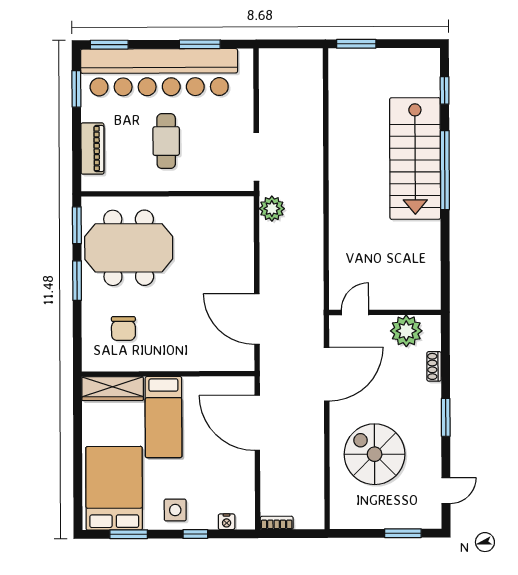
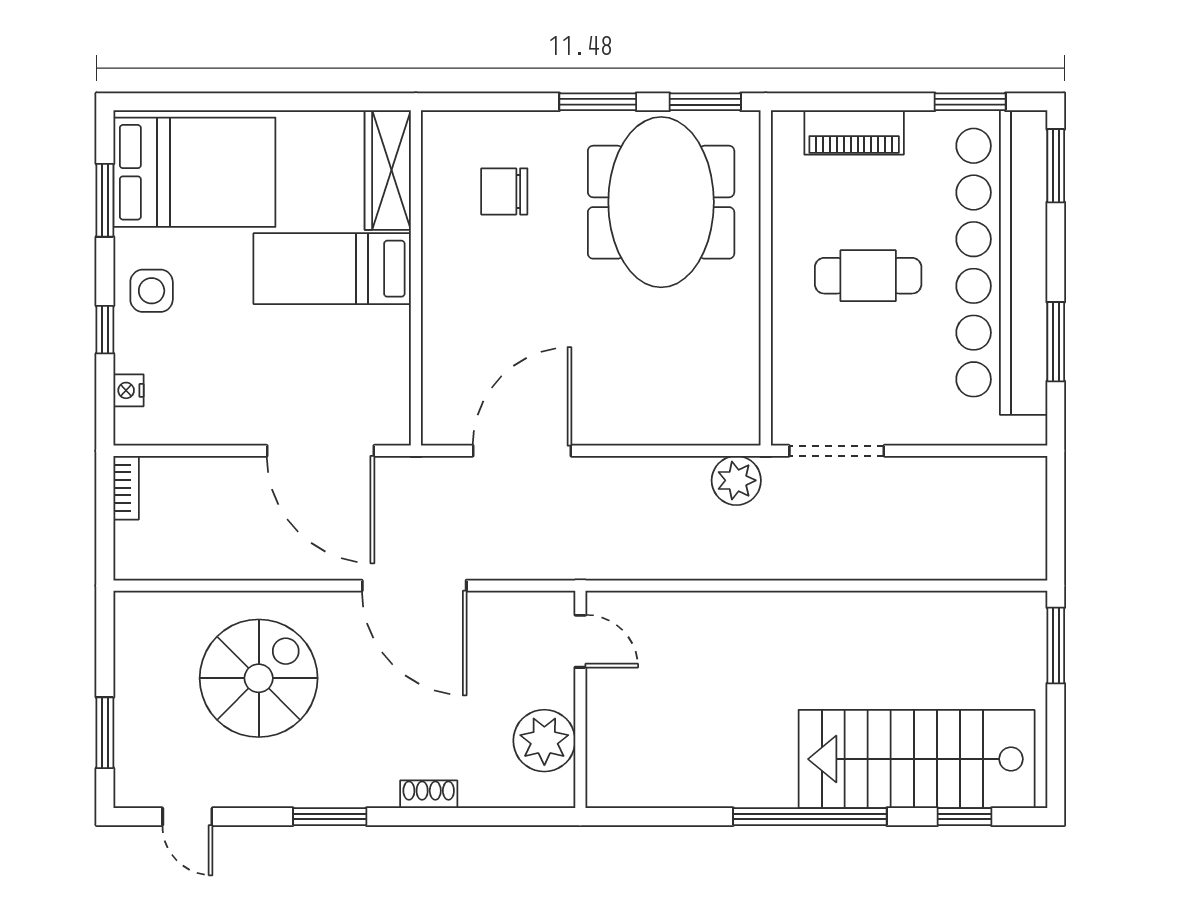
stairs: (415, 159) -> (917, 759), moved
door: (355, 312) -> (580, 641), moved
wall: (385, 312) -> (580, 699), moved
plant: (406, 331) -> (544, 741), moved
door: (257, 423) -> (320, 451), swing flipped

